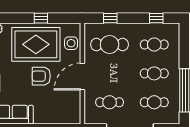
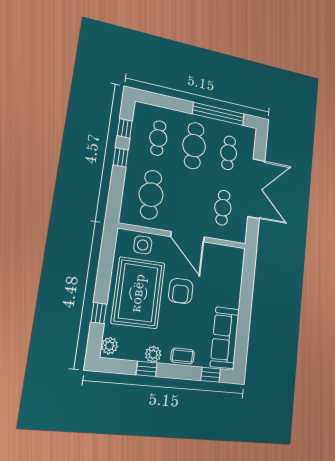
window: (41, 18) -> (99, 313), moved
window: (110, 18) -> (121, 157), moved
cafe table: (154, 73) -> (194, 146), width x1.37, depth x1.35

